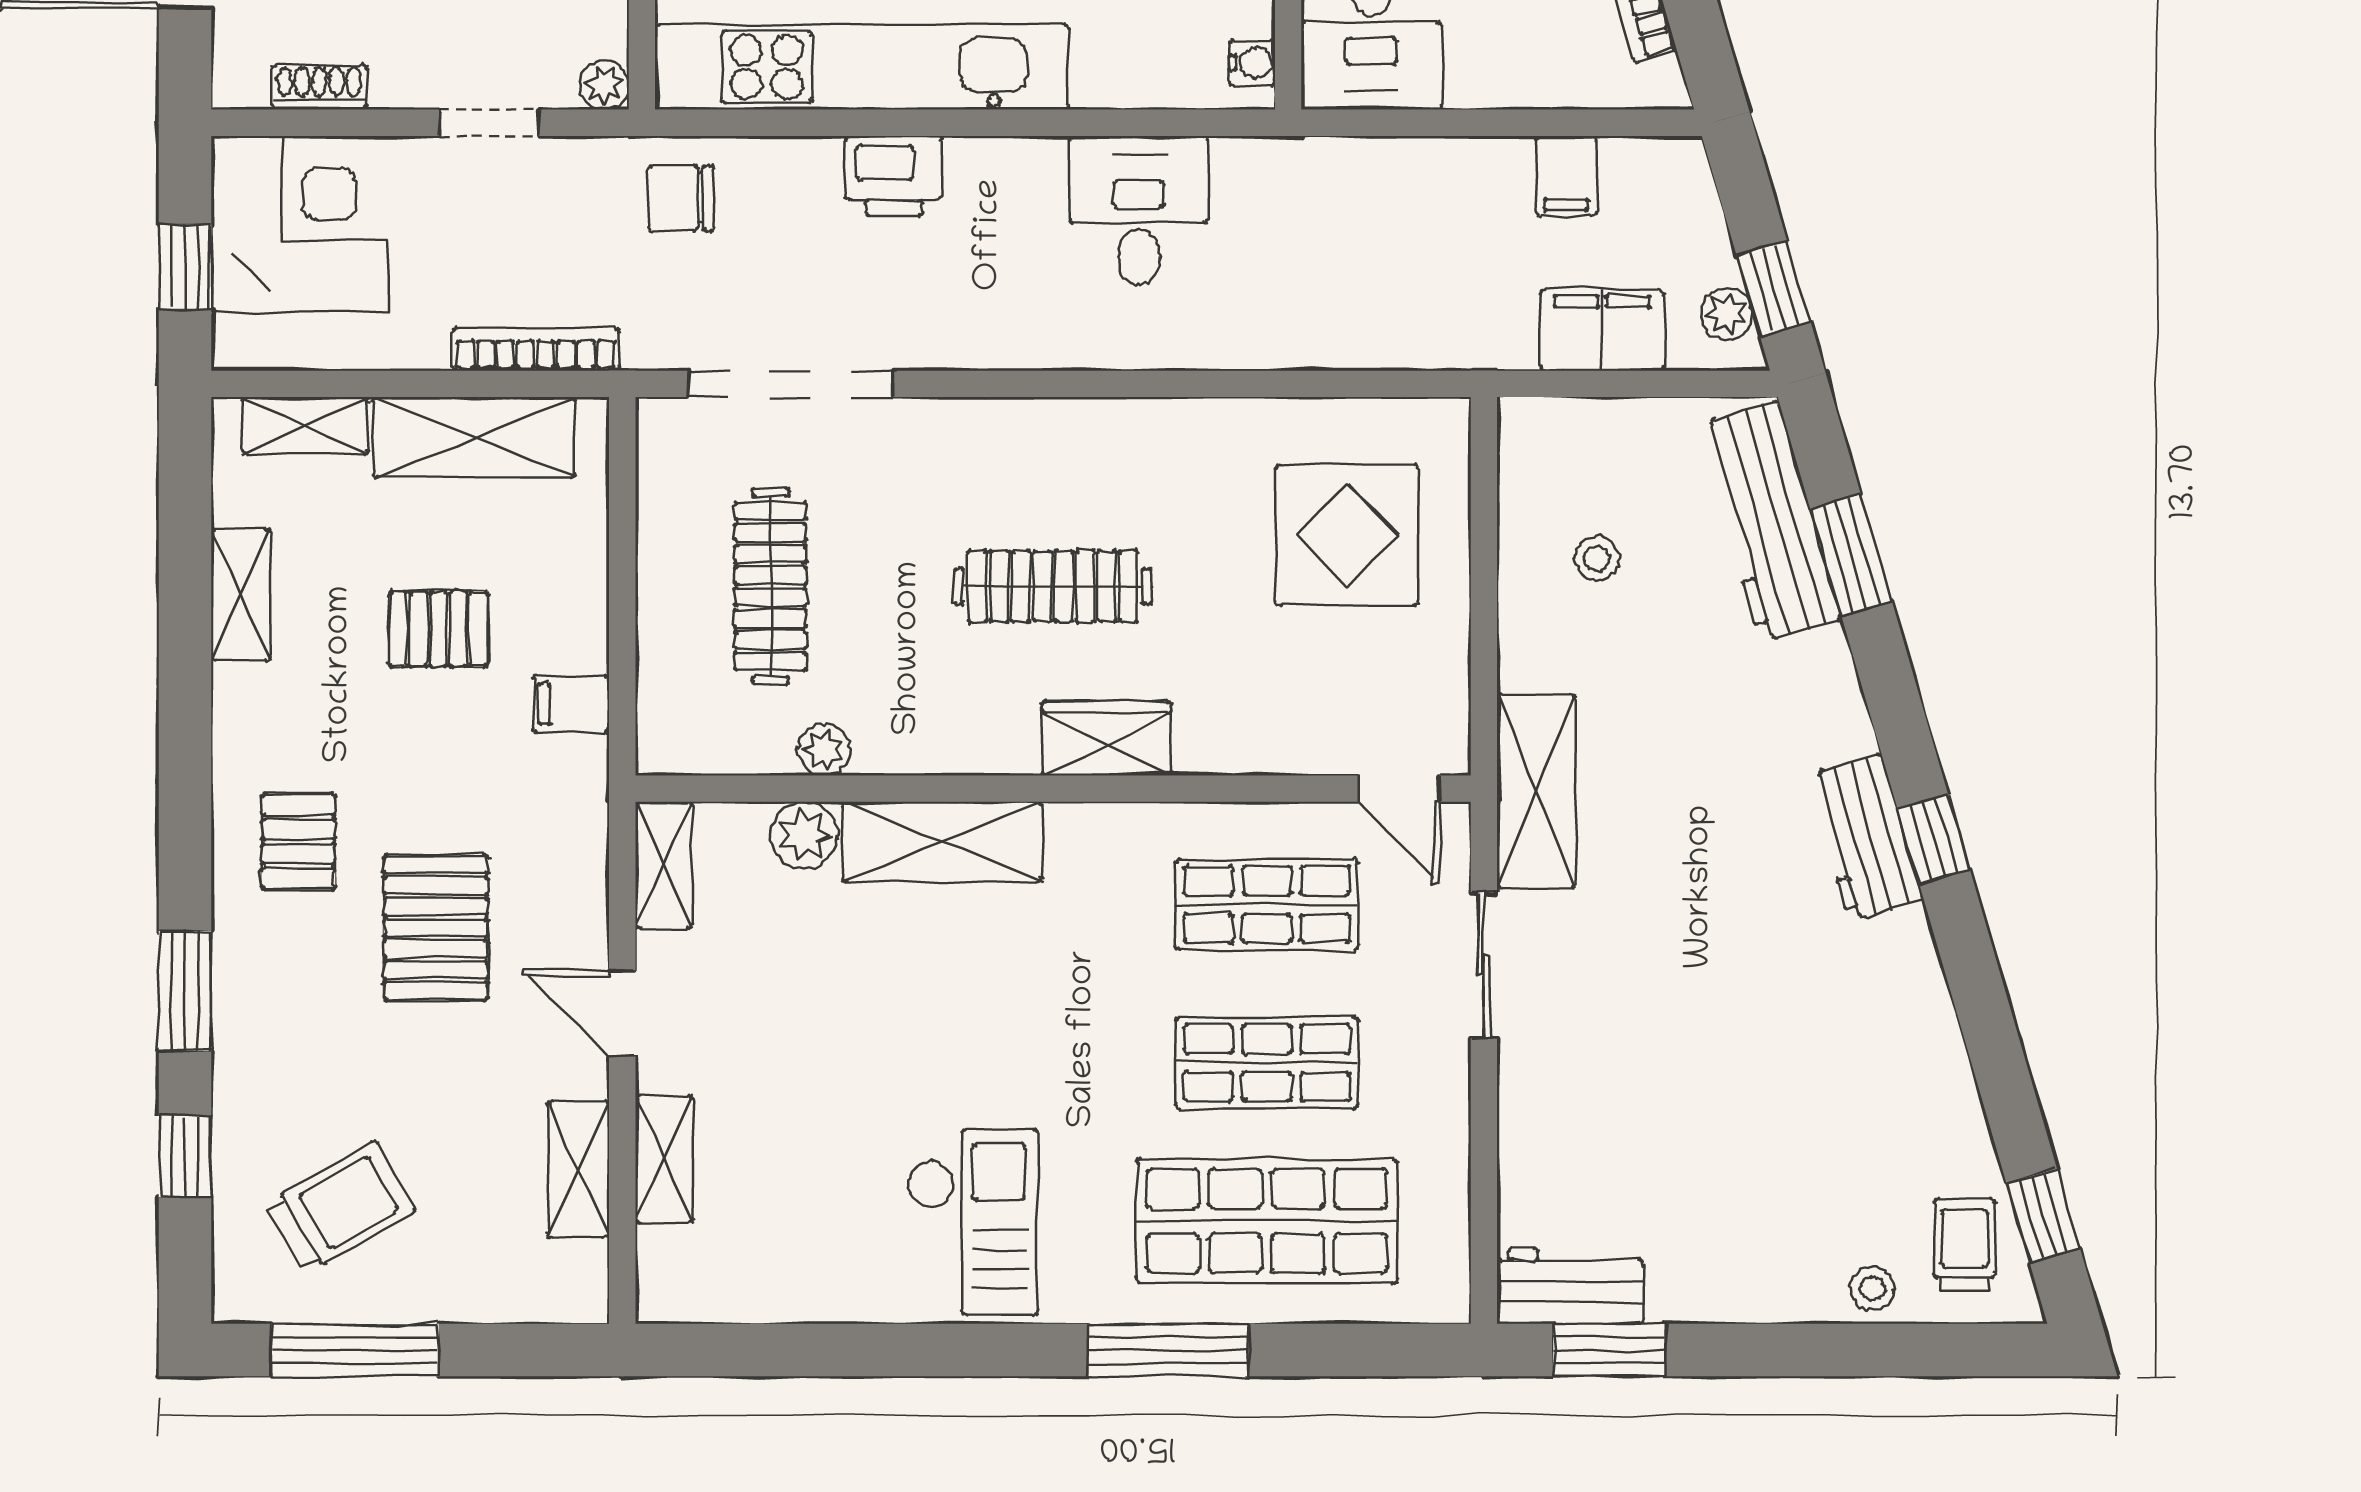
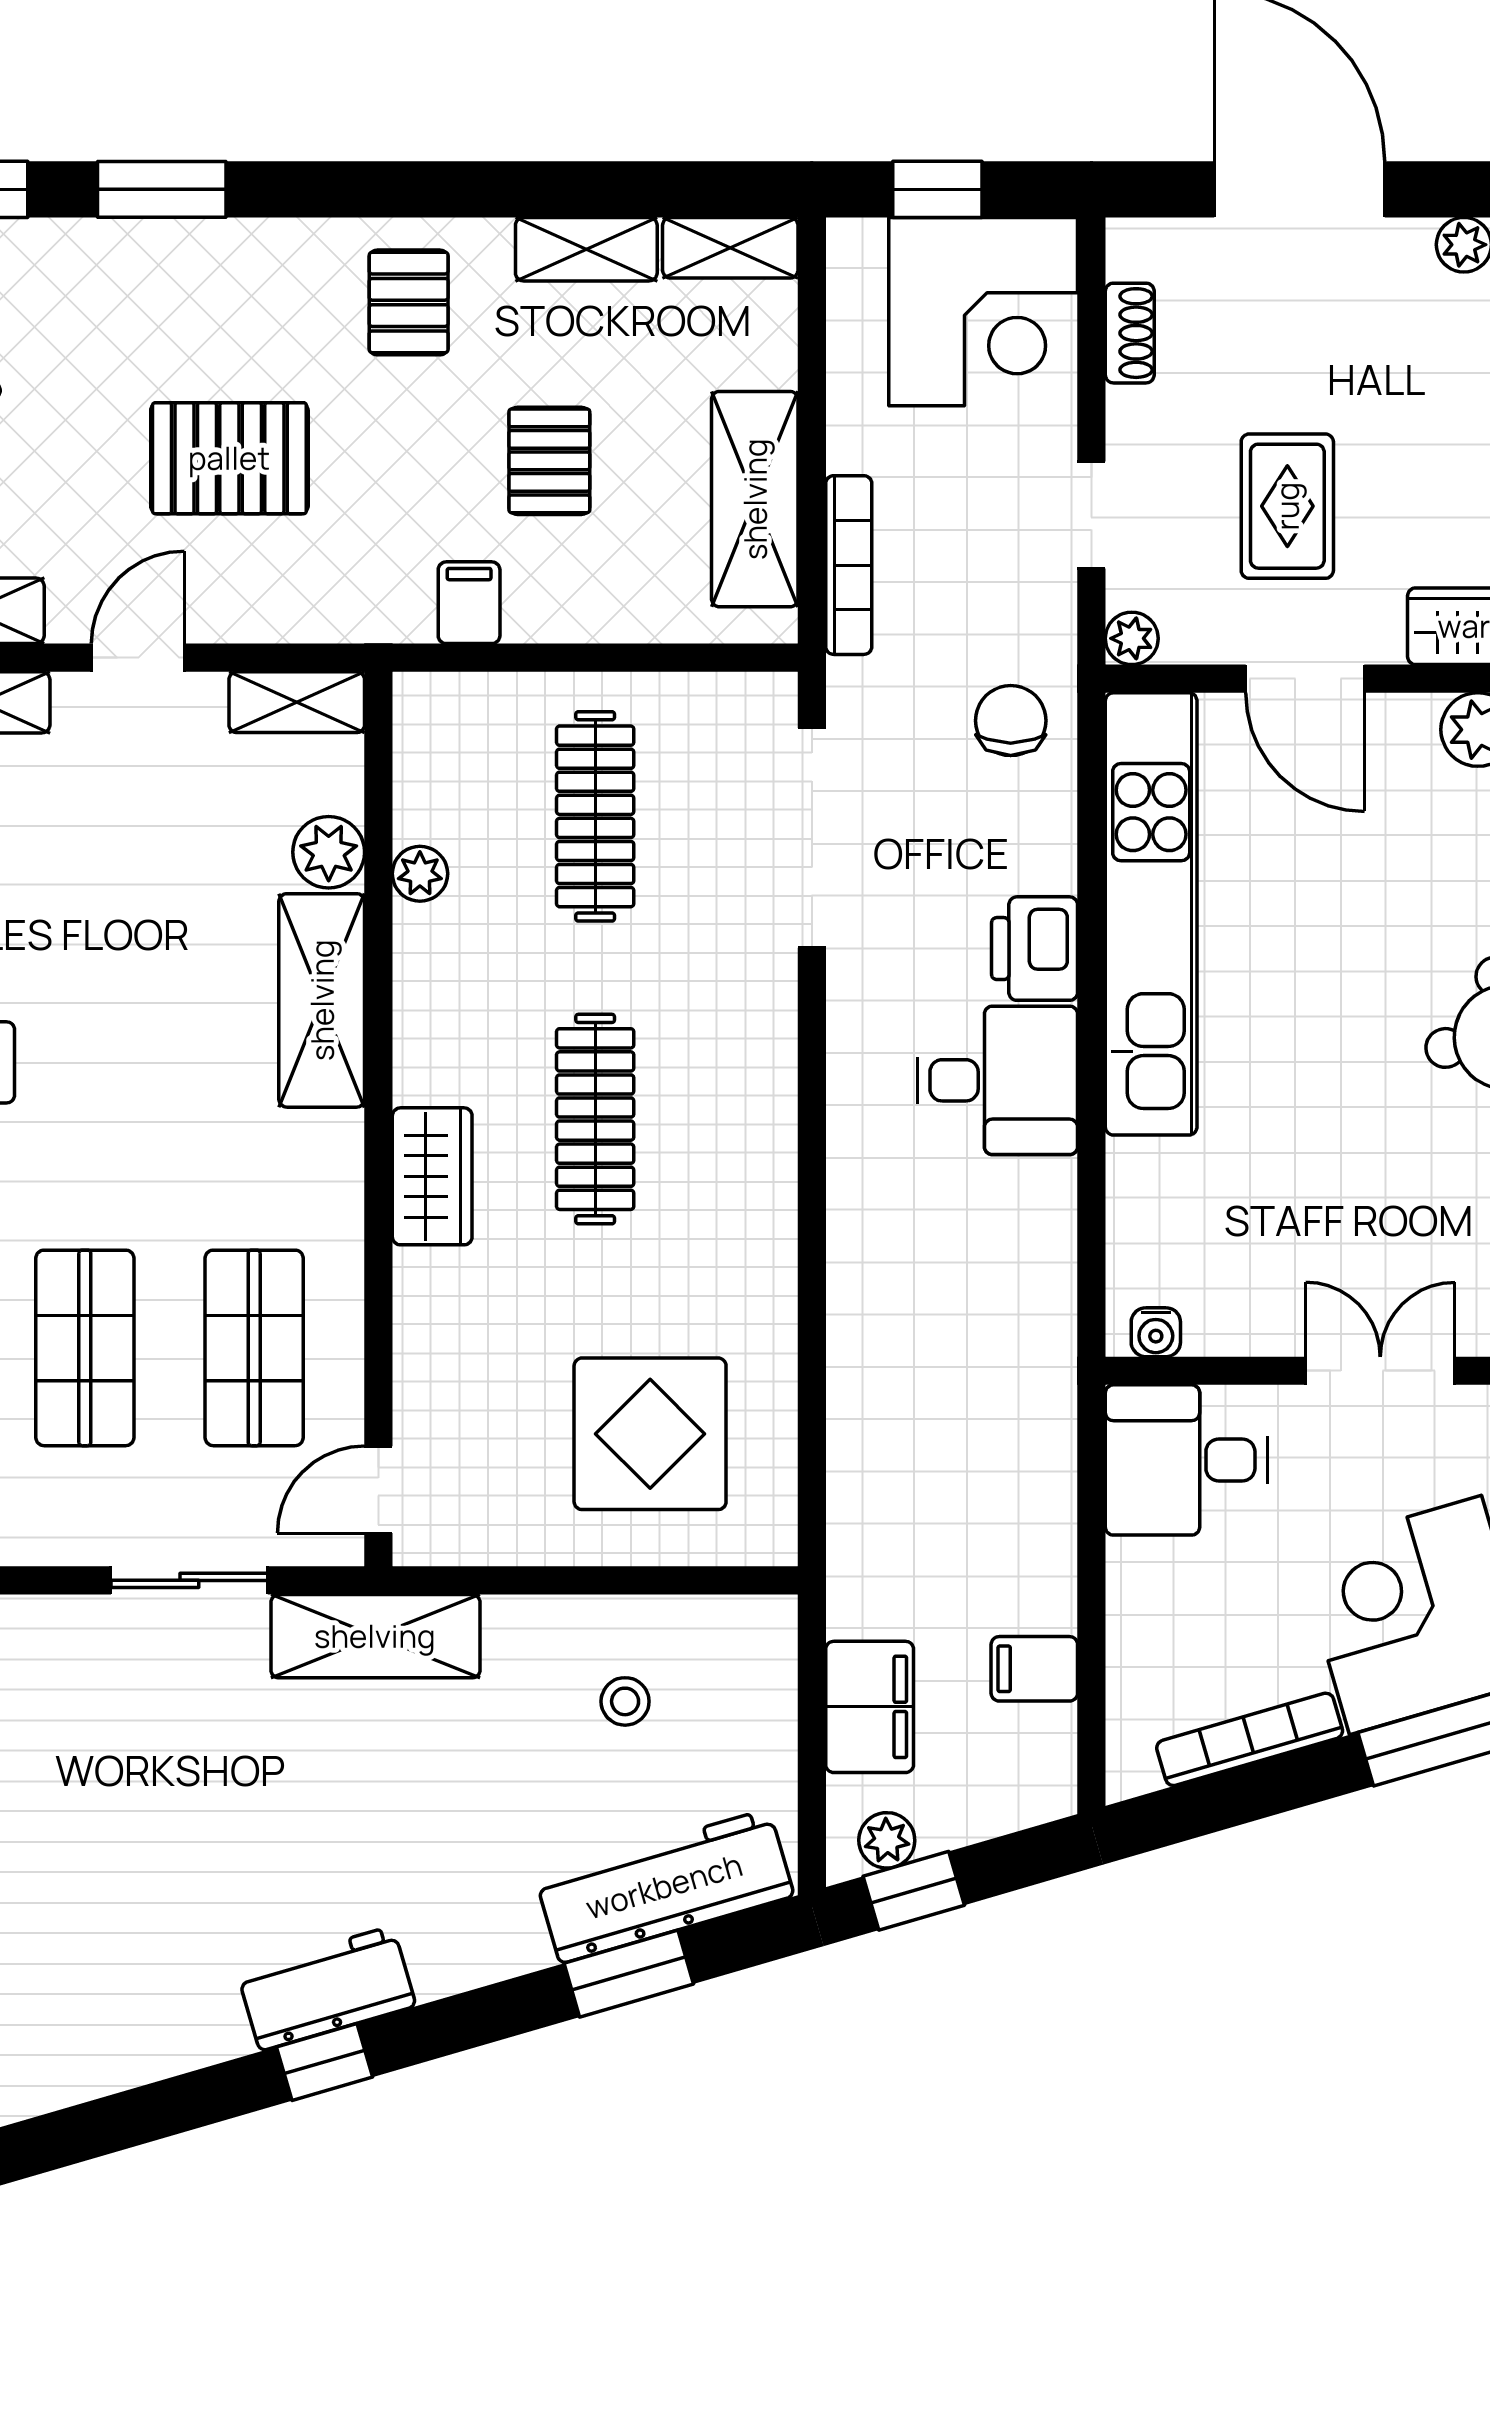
desk: (1139, 211) -> (997, 1080), moved
shelving: (305, 425) -> (730, 248), moved, turned 90
clothes rail: (770, 586) -> (595, 816), turned 90
pallet: (298, 841) -> (409, 302), moved, turned 90

